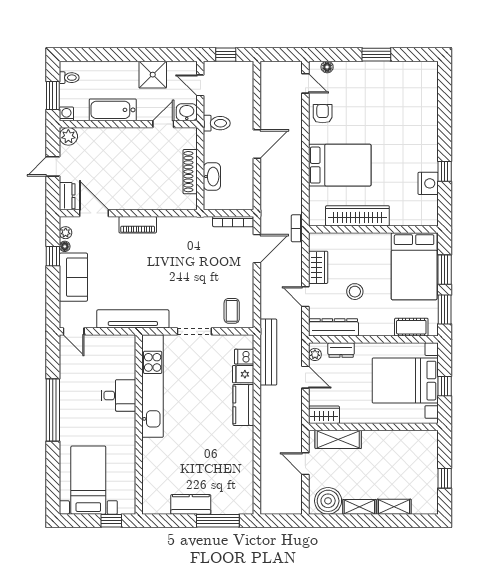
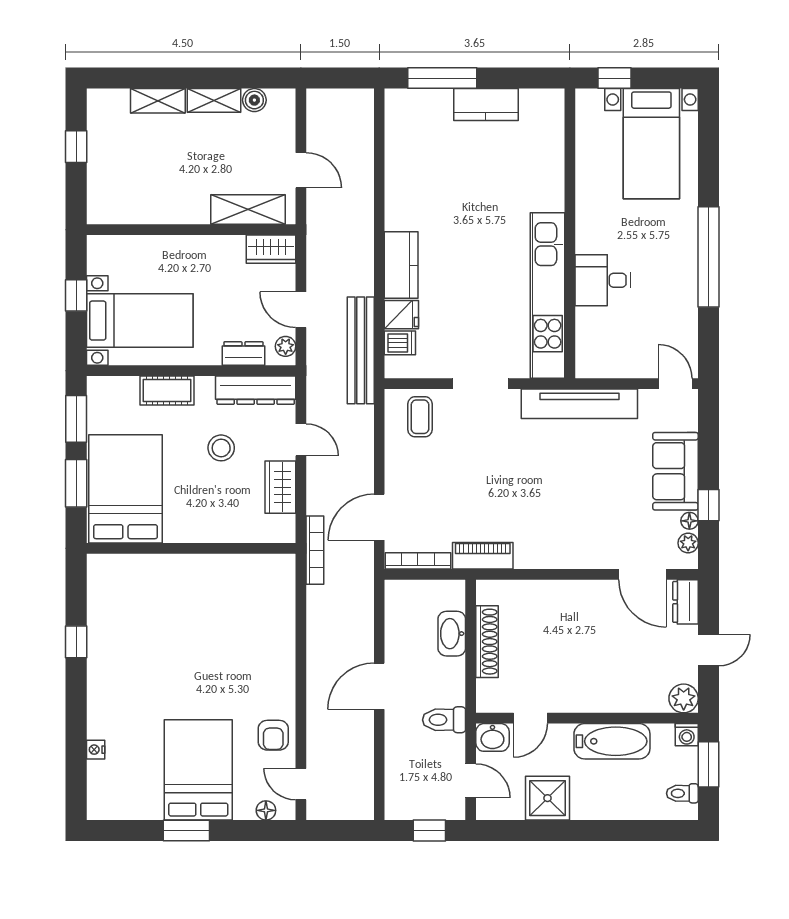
bed: (340, 165) -> (198, 770), moved, turned 90
nightstand: (428, 183) -> (96, 750), moved, width x0.53, depth x0.56
wardrobe: (357, 216) -> (217, 570), removed
piano: (138, 225) -> (483, 556), moved
bookcase: (297, 228) -> (315, 550), width x1.56
cot: (411, 327) -> (167, 390), moved
bed with nightstands: (405, 381) -> (140, 321), width x0.73
boiler: (328, 501) -> (254, 100), width x0.54, depth x0.54

